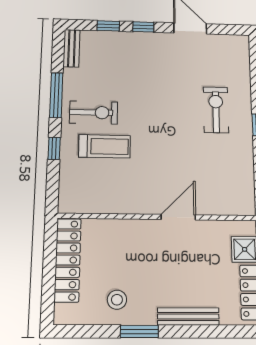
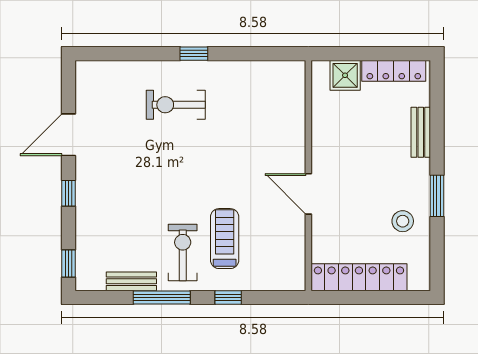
window: (108, 26) -> (69, 264), moved
bench: (72, 48) -> (131, 281), moved
door: (178, 217) -> (308, 194), moved
bench: (188, 317) -> (421, 132), width x0.73

